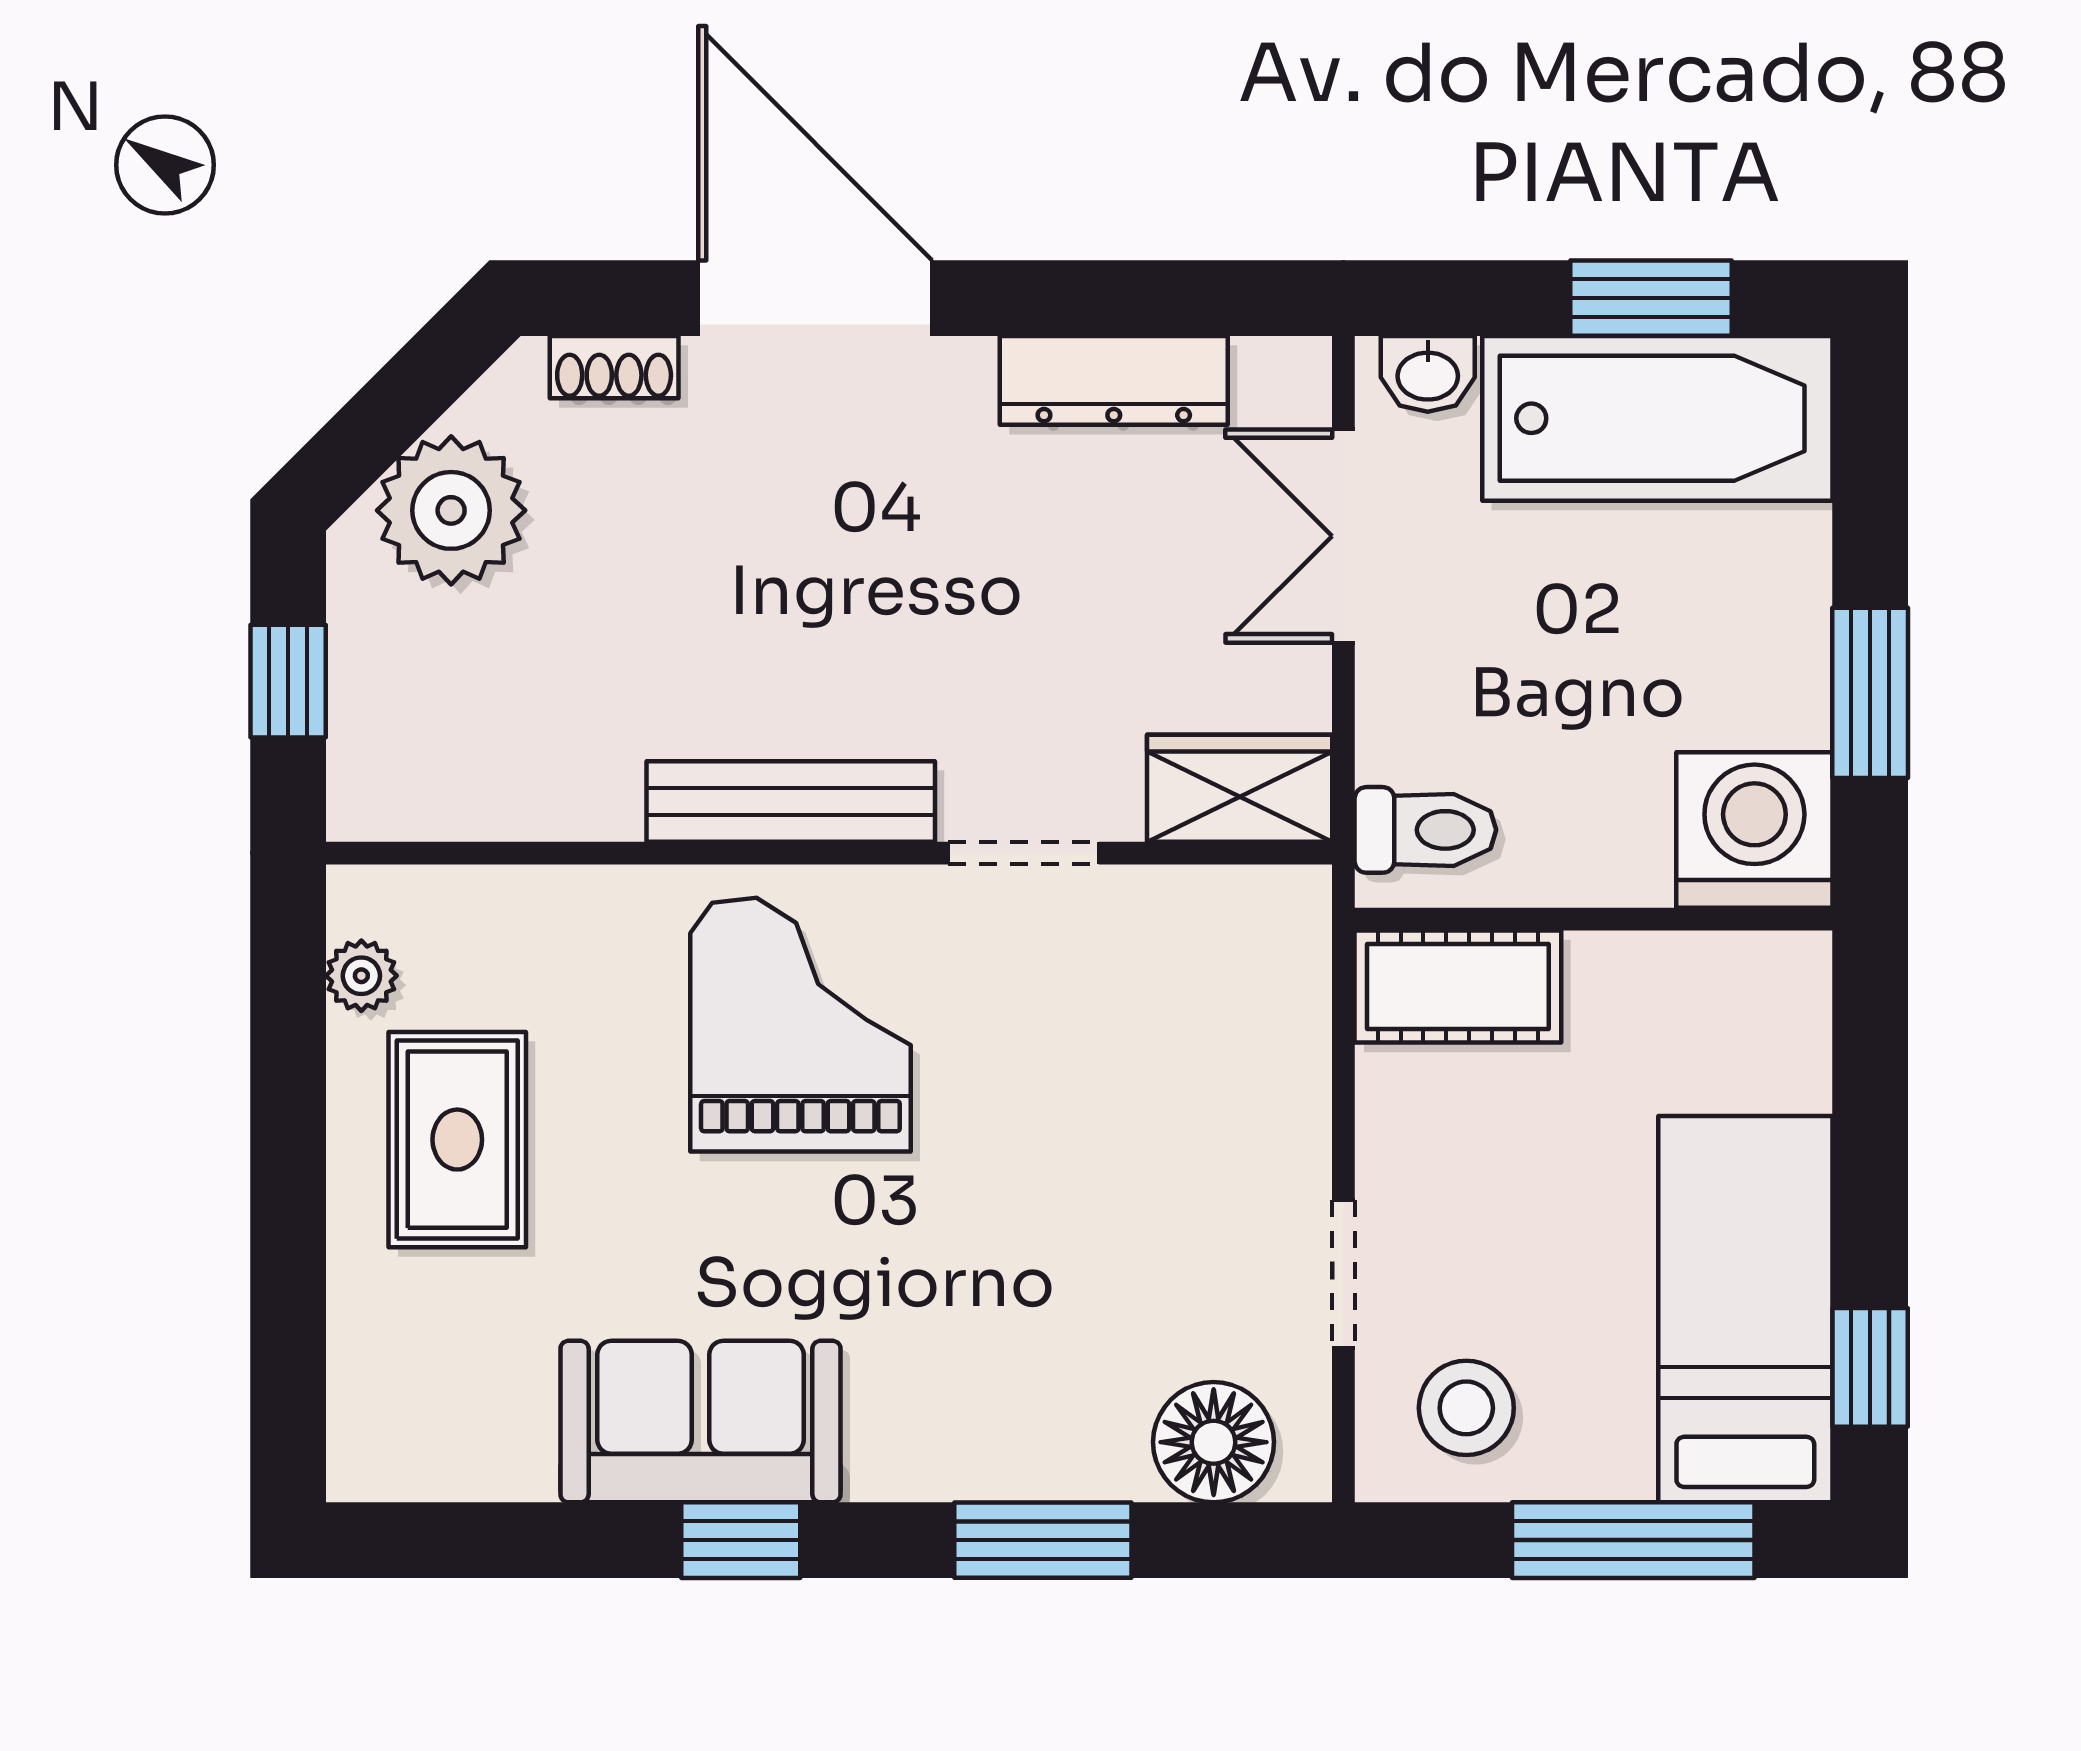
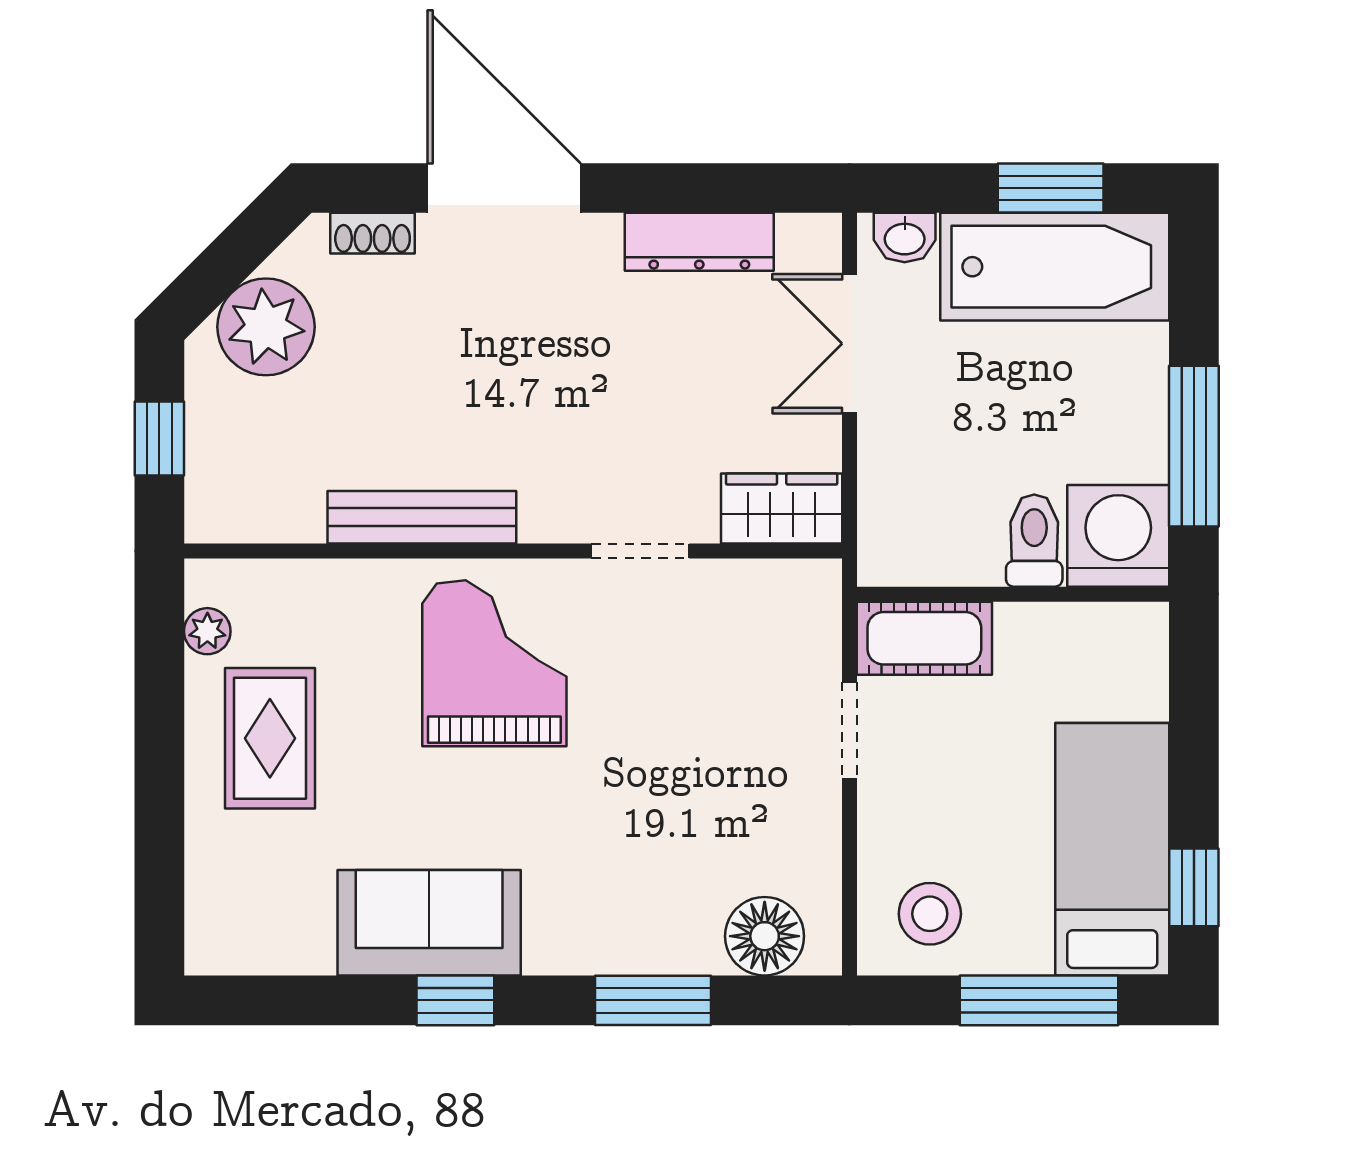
window: (1870, 693) -> (1194, 446), width x1.44
bench: (791, 801) -> (422, 517), moved
toilet: (1425, 830) -> (1034, 541), moved, turned -90
doorway: (1343, 1274) -> (849, 730), moved

